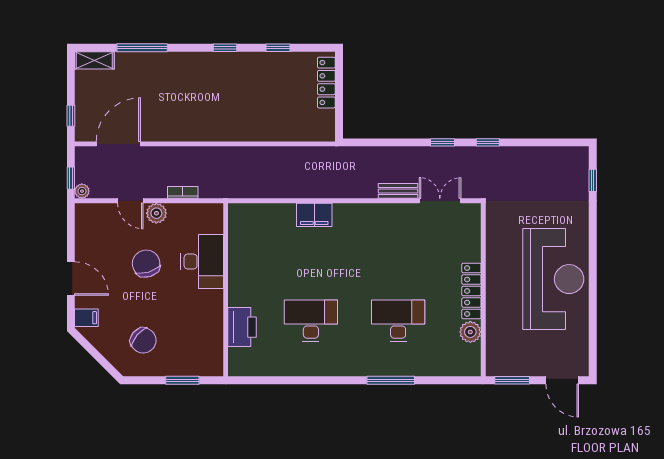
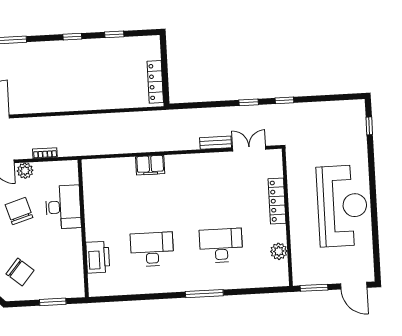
locker: (326, 83) -> (155, 82), moved
locker: (471, 291) -> (277, 201), moved
window: (391, 380) -> (204, 294), moved

